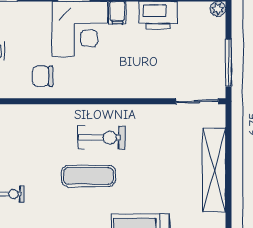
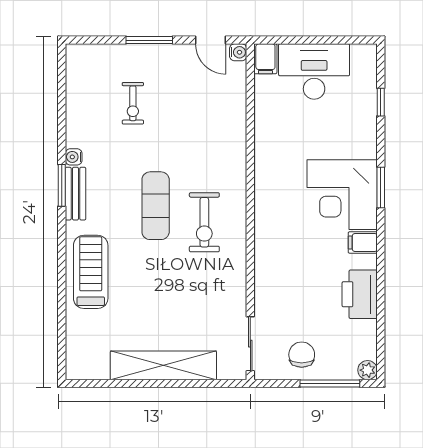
window: (228, 63) -> (330, 383), moved
chair: (43, 76) -> (302, 355), moved

